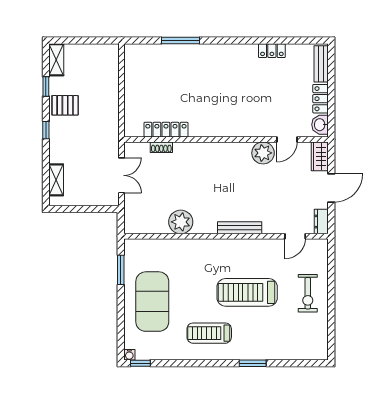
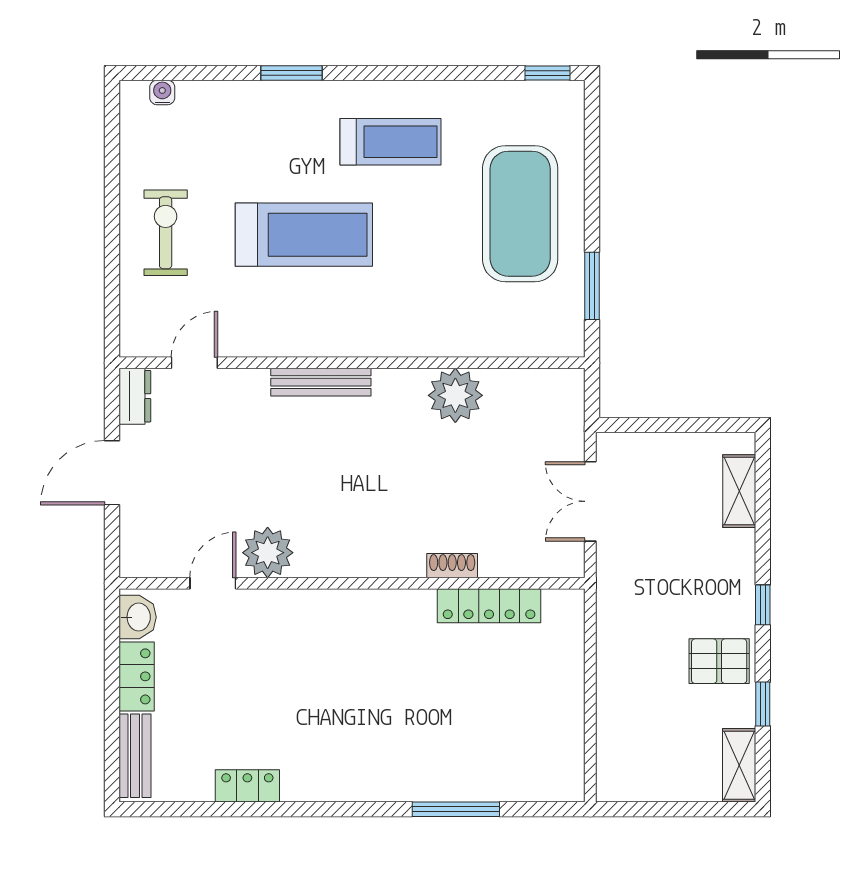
shoe rack: (161, 147) -> (452, 566), moved
wardrobe: (320, 156) -> (138, 545), removed
water cooler: (129, 355) -> (162, 92), moved

